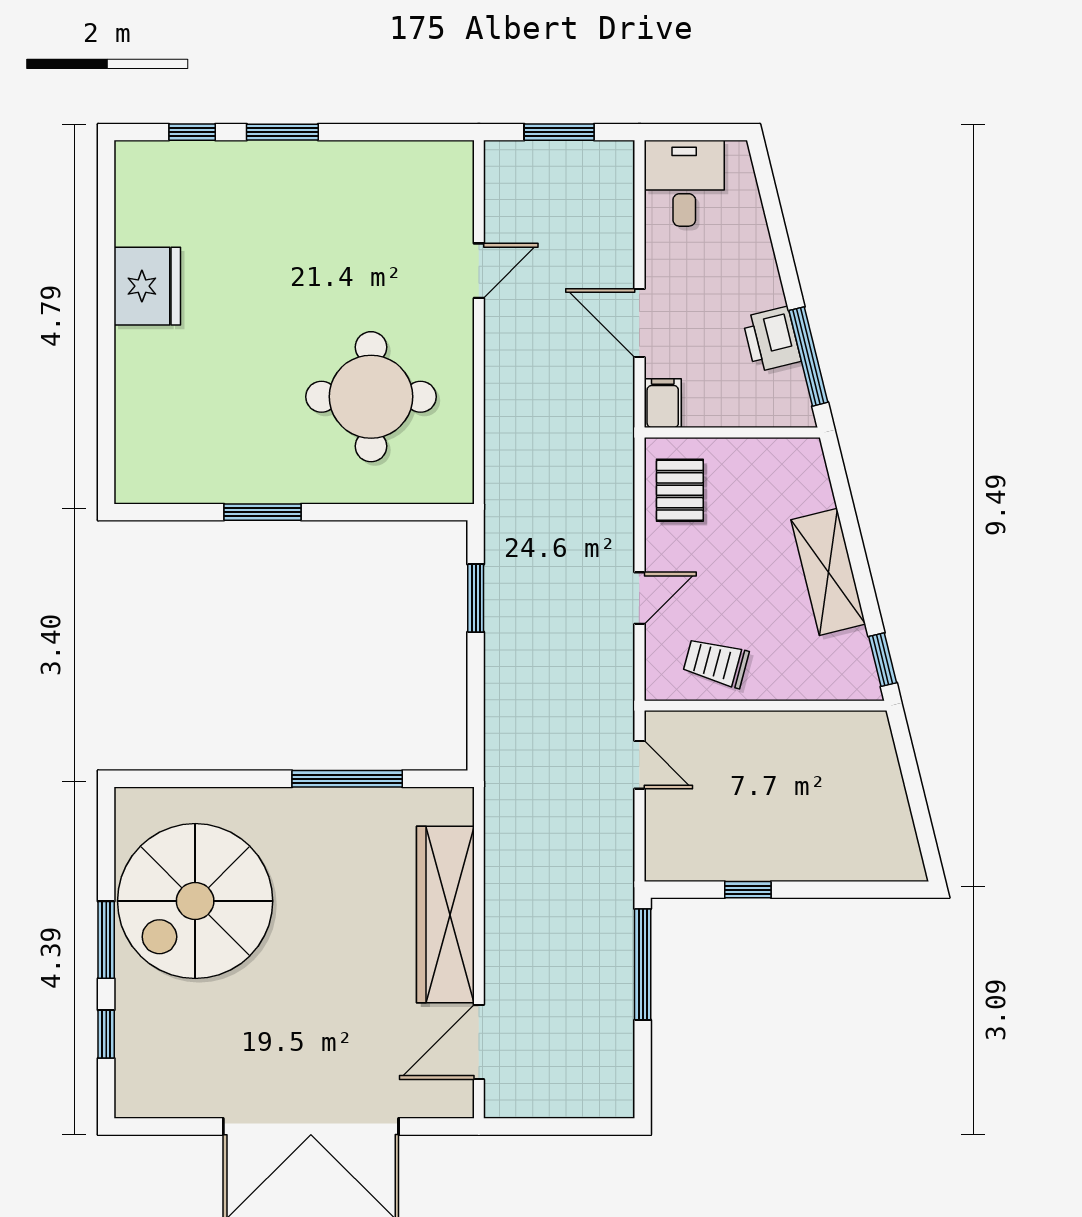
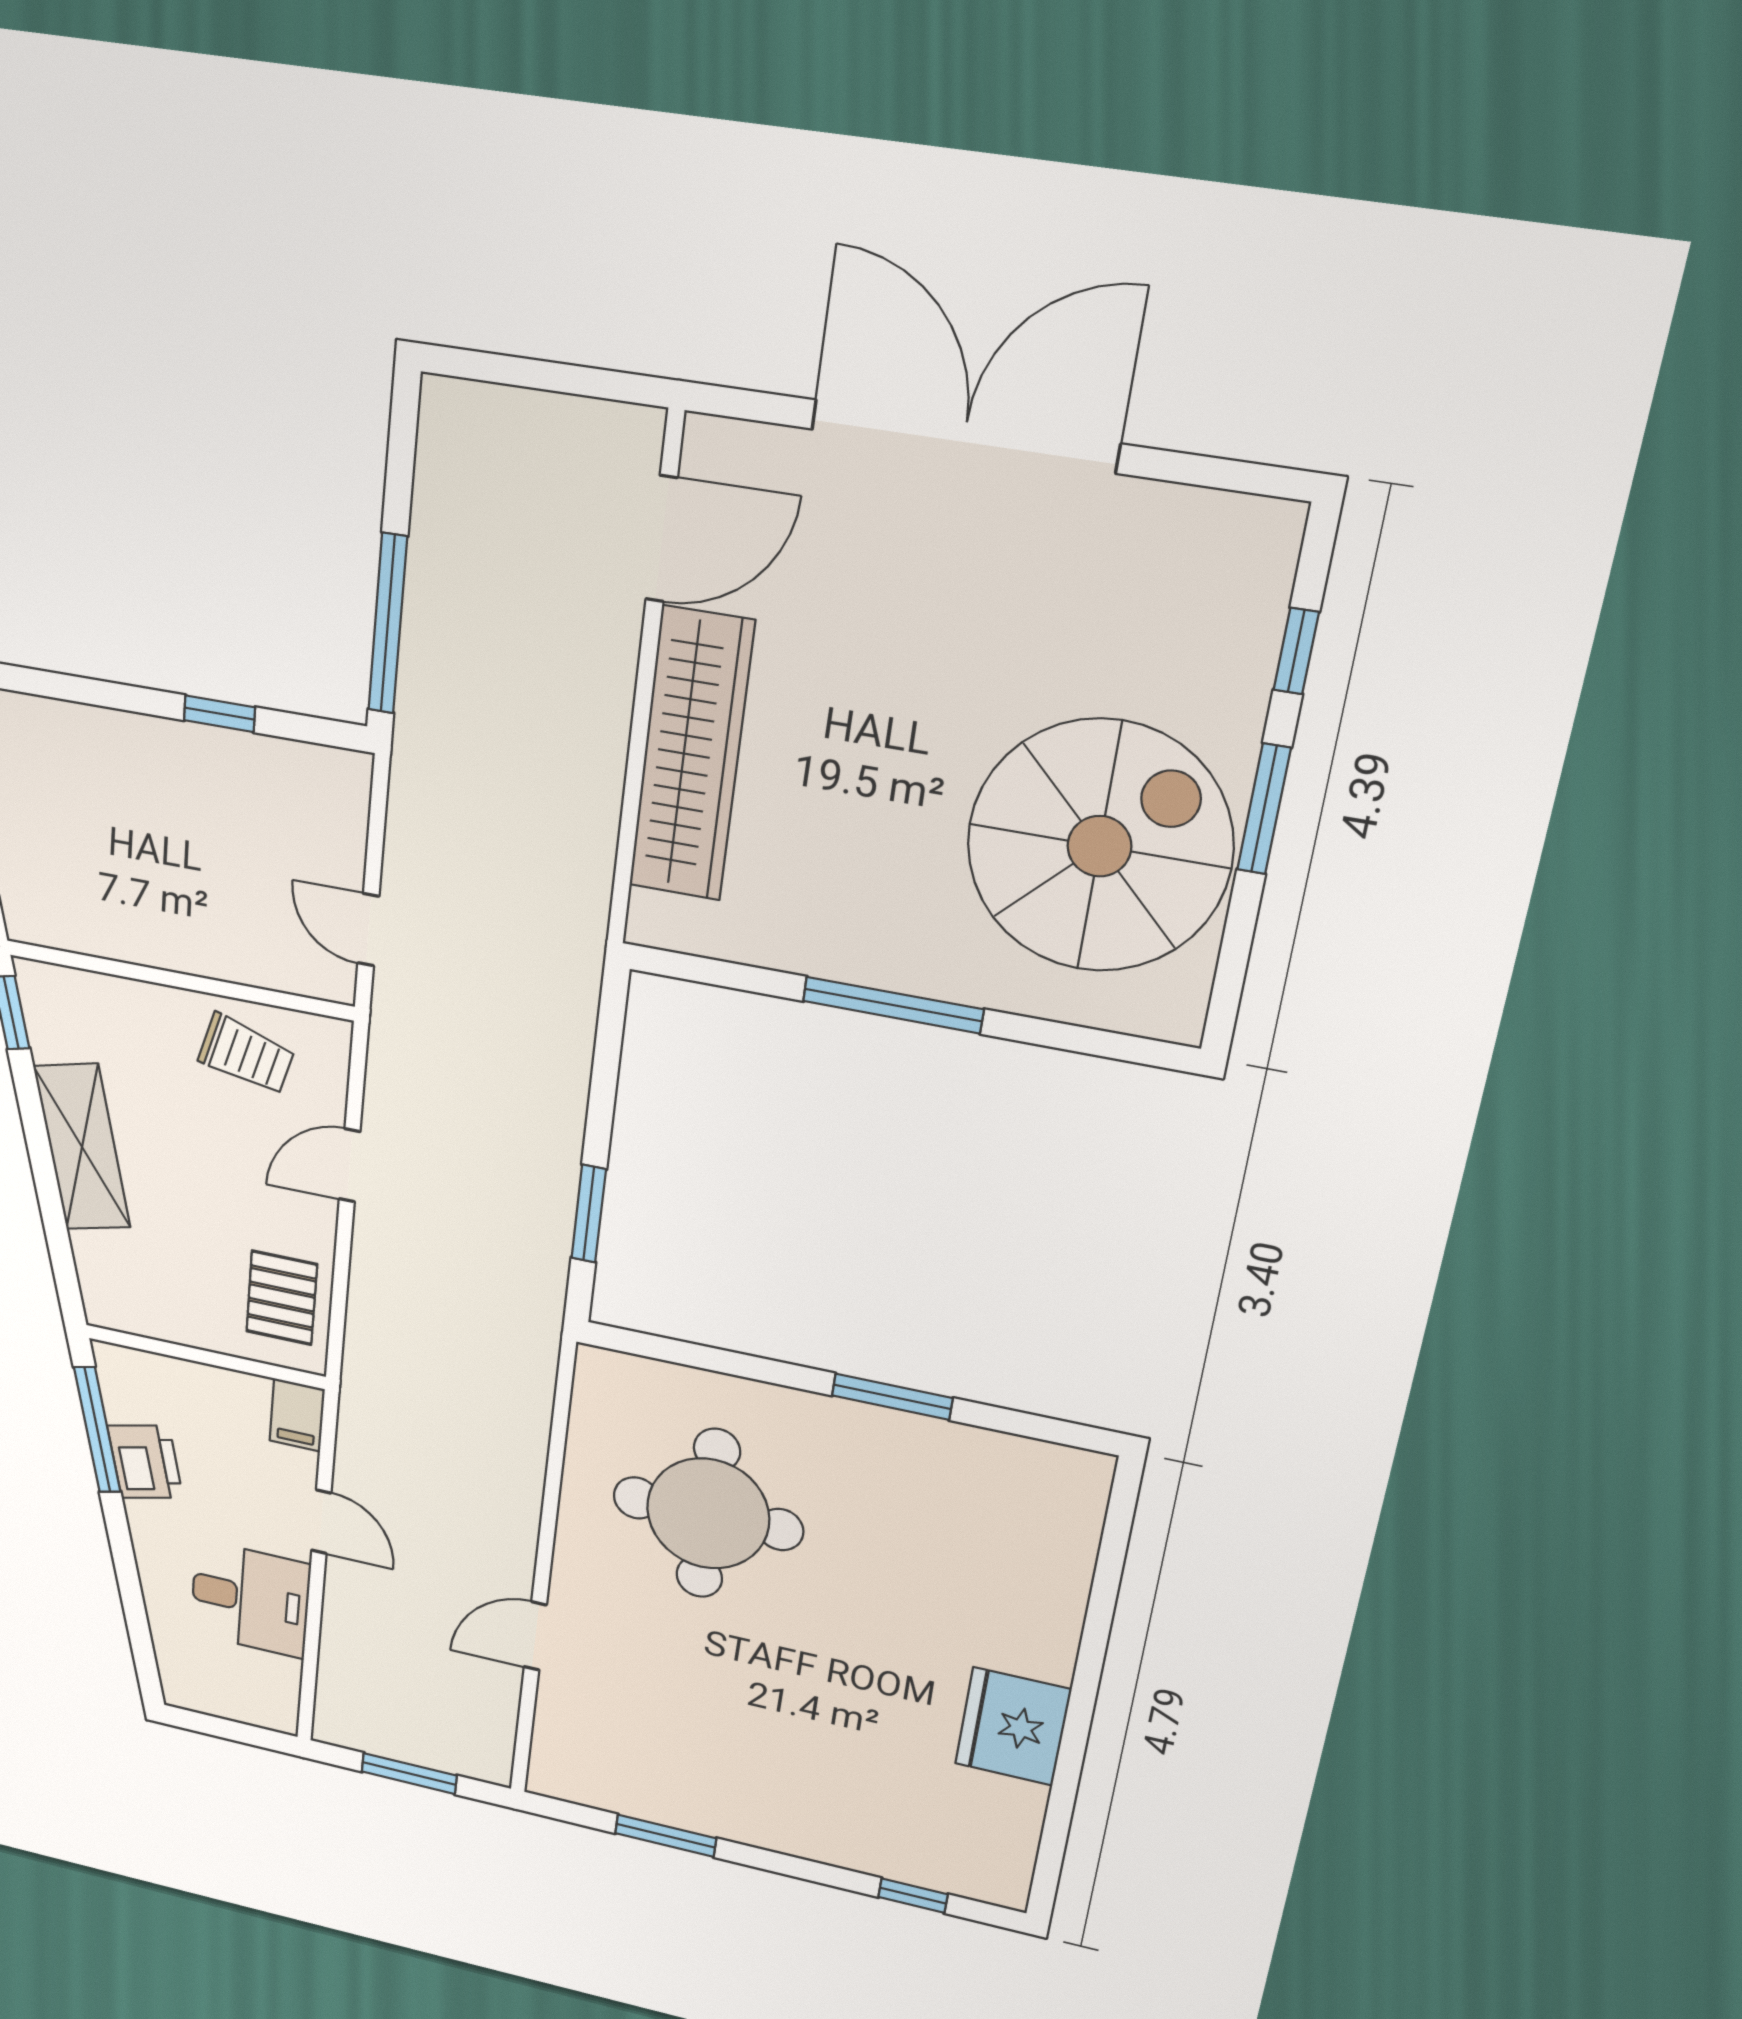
window: (282, 132) -> (666, 1836), moved
desk: (684, 183) -> (250, 1599), moved, turned -90
door: (639, 323) -> (321, 1522), width x0.73
window: (347, 779) -> (893, 1005), moved

